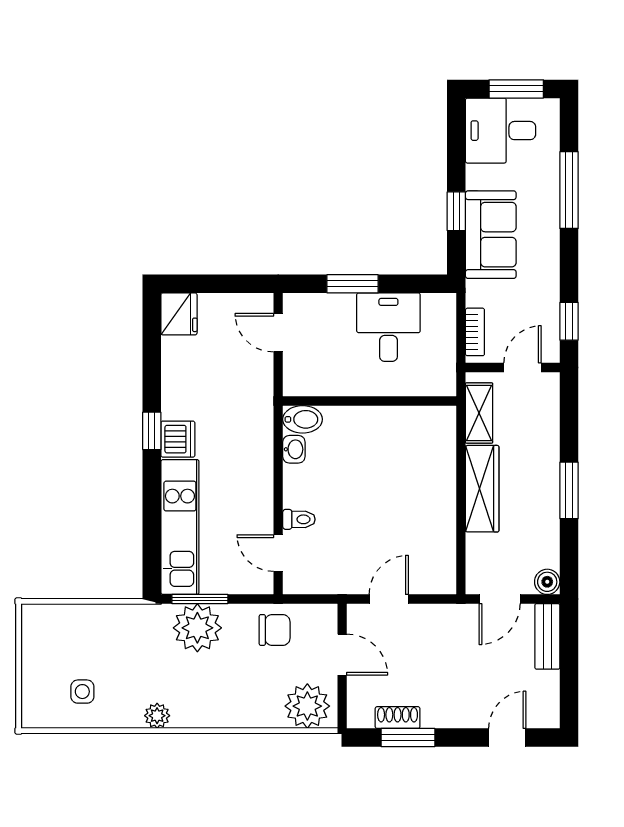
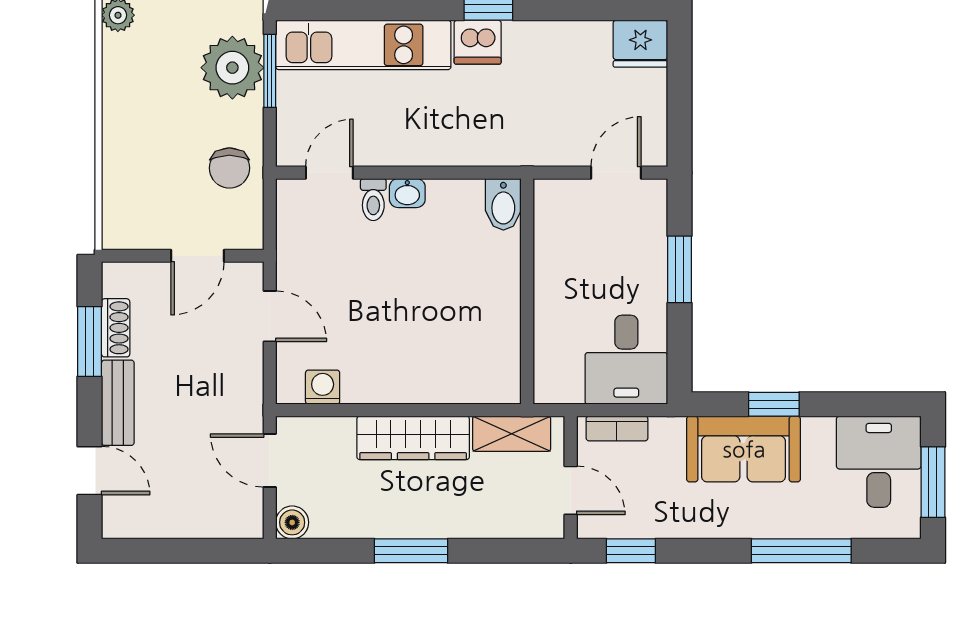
desk: (388, 327) -> (626, 360), moved, turned 90
washbasin: (294, 449) -> (407, 193), moved
washing machine: (443, 558) -> (323, 387), added
bench: (547, 636) -> (118, 403), moved, turned 90
plant: (307, 706) -> (131, 211), removed

